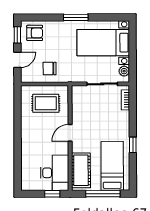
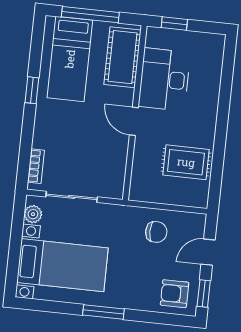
rug: (46, 103) -> (186, 162), moved
door: (70, 133) -> (134, 121), swing flipped
desk: (55, 173) -> (164, 79), moved

